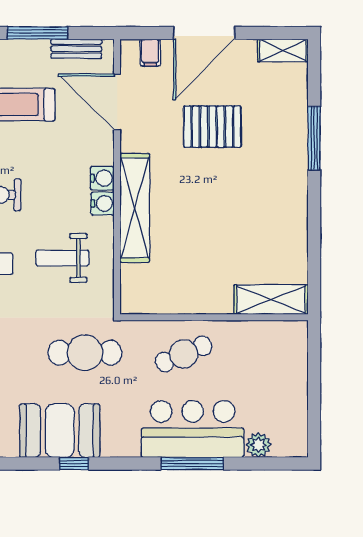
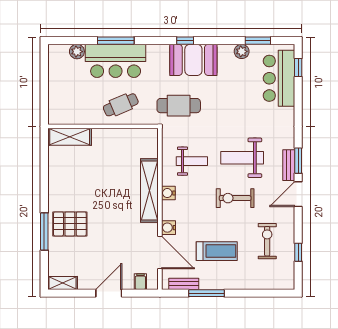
door: (204, 33) -> (109, 293), width x0.73
pallet: (212, 127) -> (70, 224), moved
water cooler: (102, 178) -> (169, 228), moved

